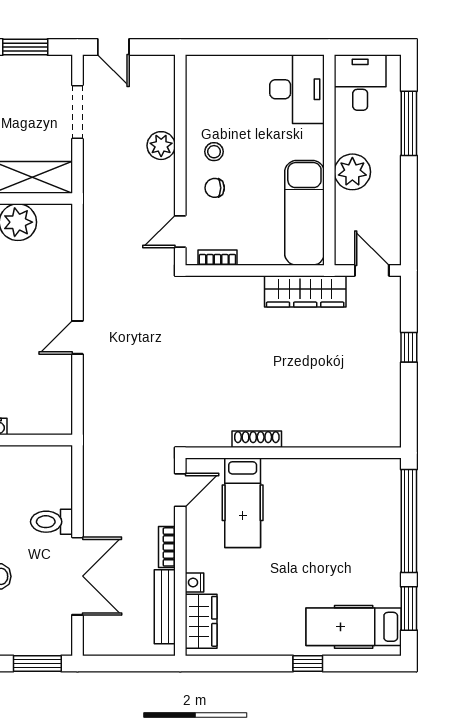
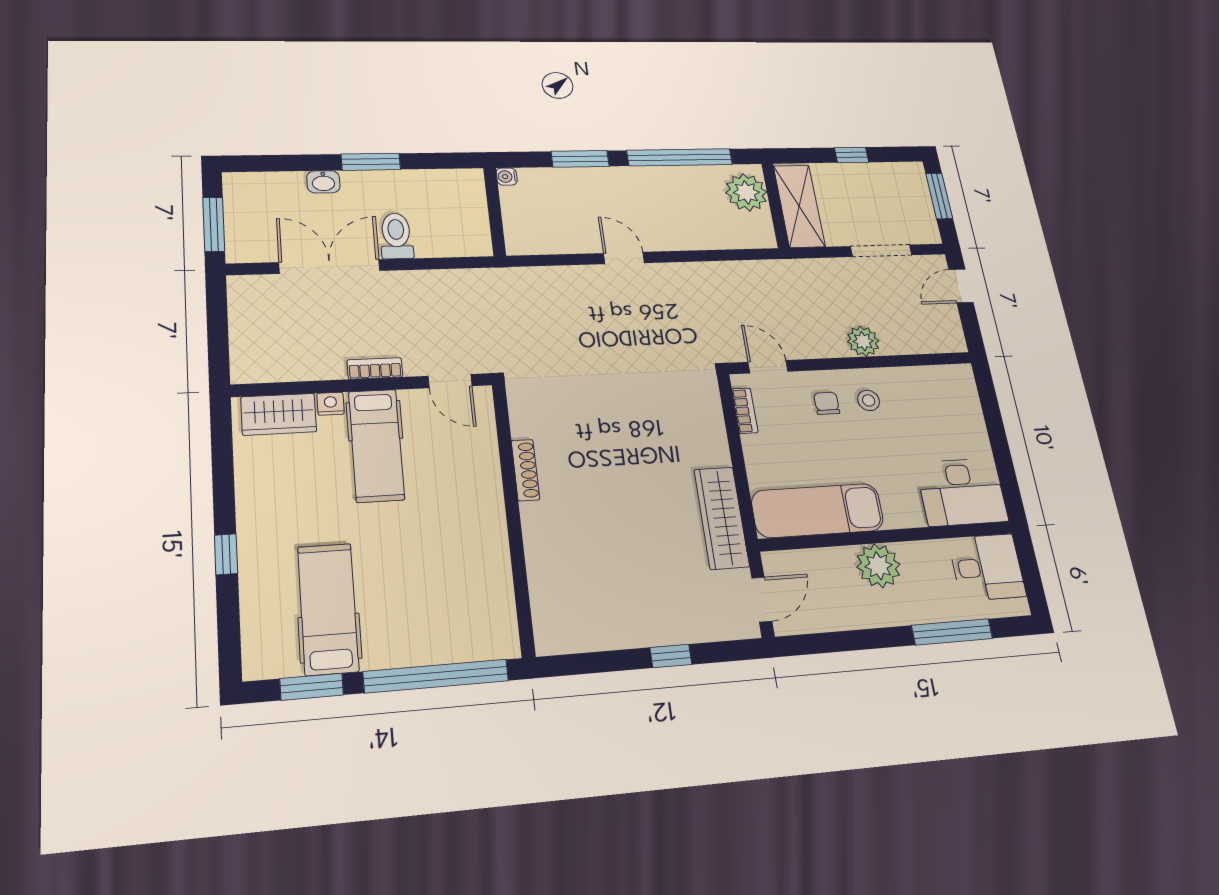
hospital bed: (243, 503) -> (376, 445), moved, turned -90
double door: (77, 576) -> (330, 266), swing flipped
bench: (165, 607) -> (296, 369), removed
hospital bed: (354, 627) -> (328, 609), moved

